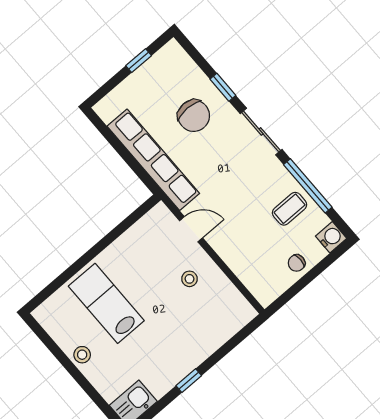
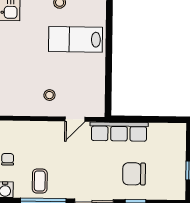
row of seats: (153, 160) -> (119, 132), width x0.73
lab bench: (106, 303) -> (76, 39), turned 180

